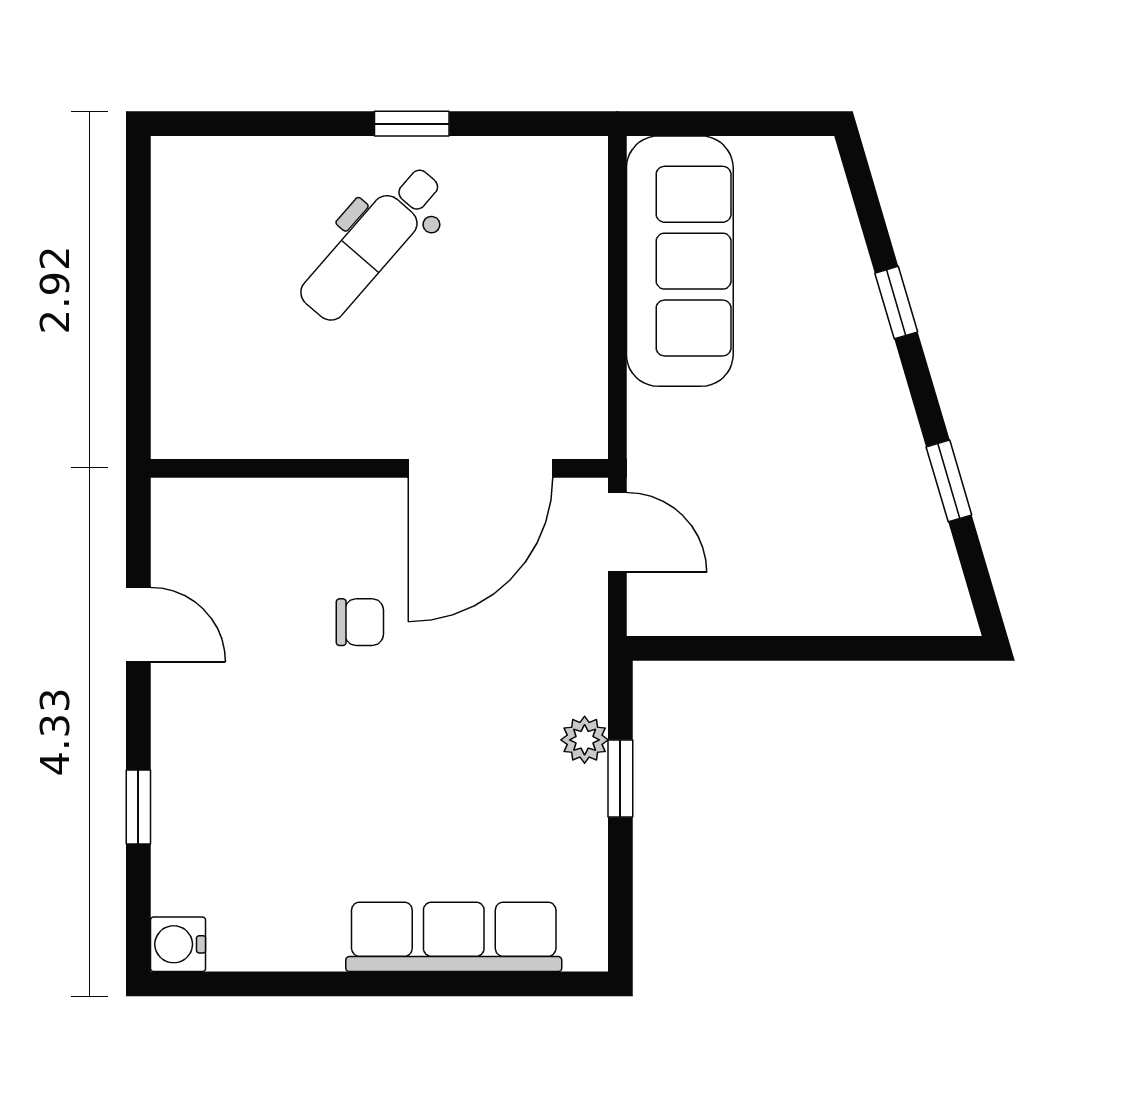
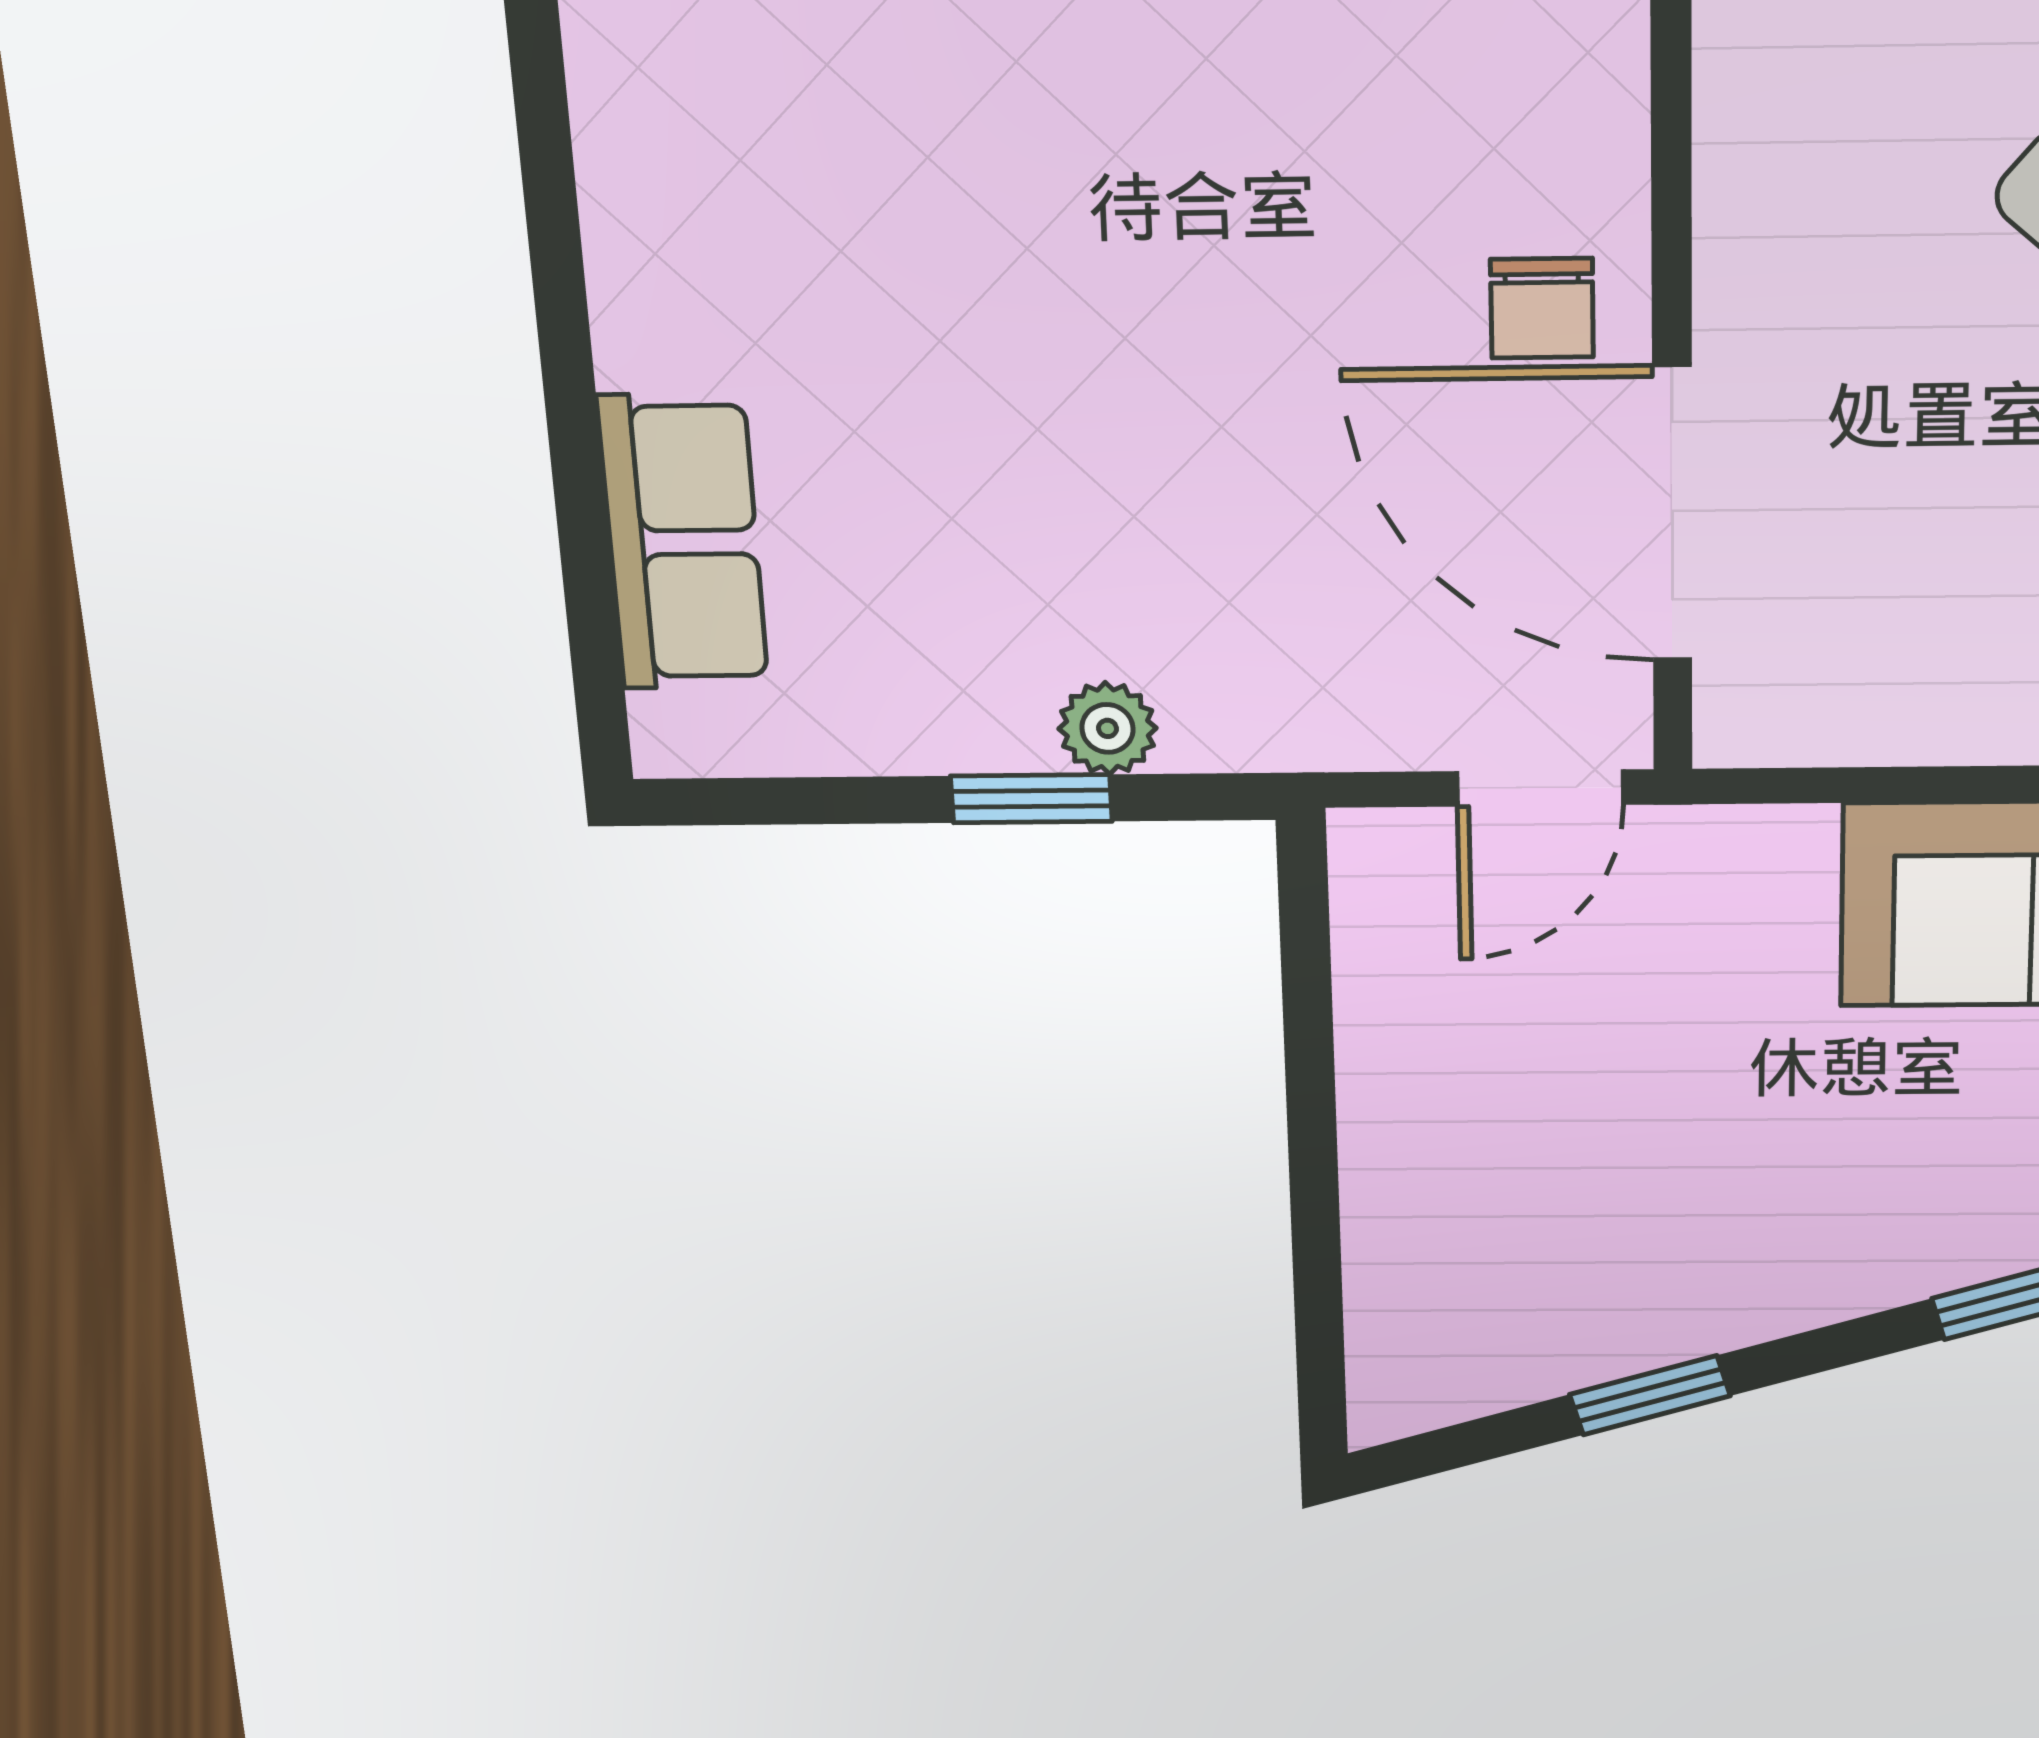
chair: (360, 622) -> (1542, 308), moved
row of seats: (454, 937) -> (683, 542), width x0.68

